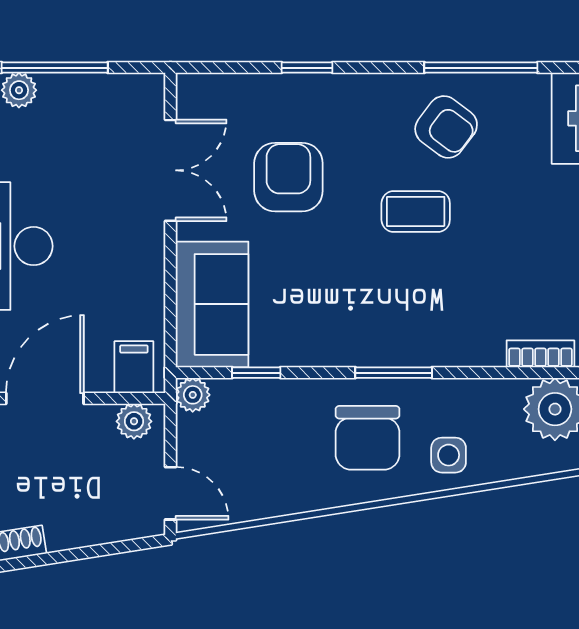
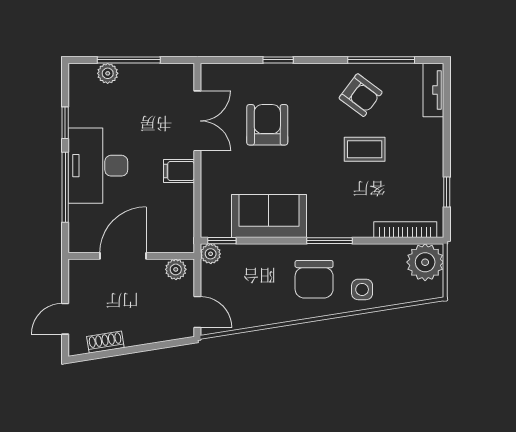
coffee table: (416, 212) -> (365, 149), moved
sofa: (212, 304) -> (269, 216), moved, turned -90
bookcase: (540, 354) -> (405, 230), width x1.56
filing cabinet: (134, 367) -> (179, 171), moved, turned -90
window: (256, 373) -> (222, 241), moved

